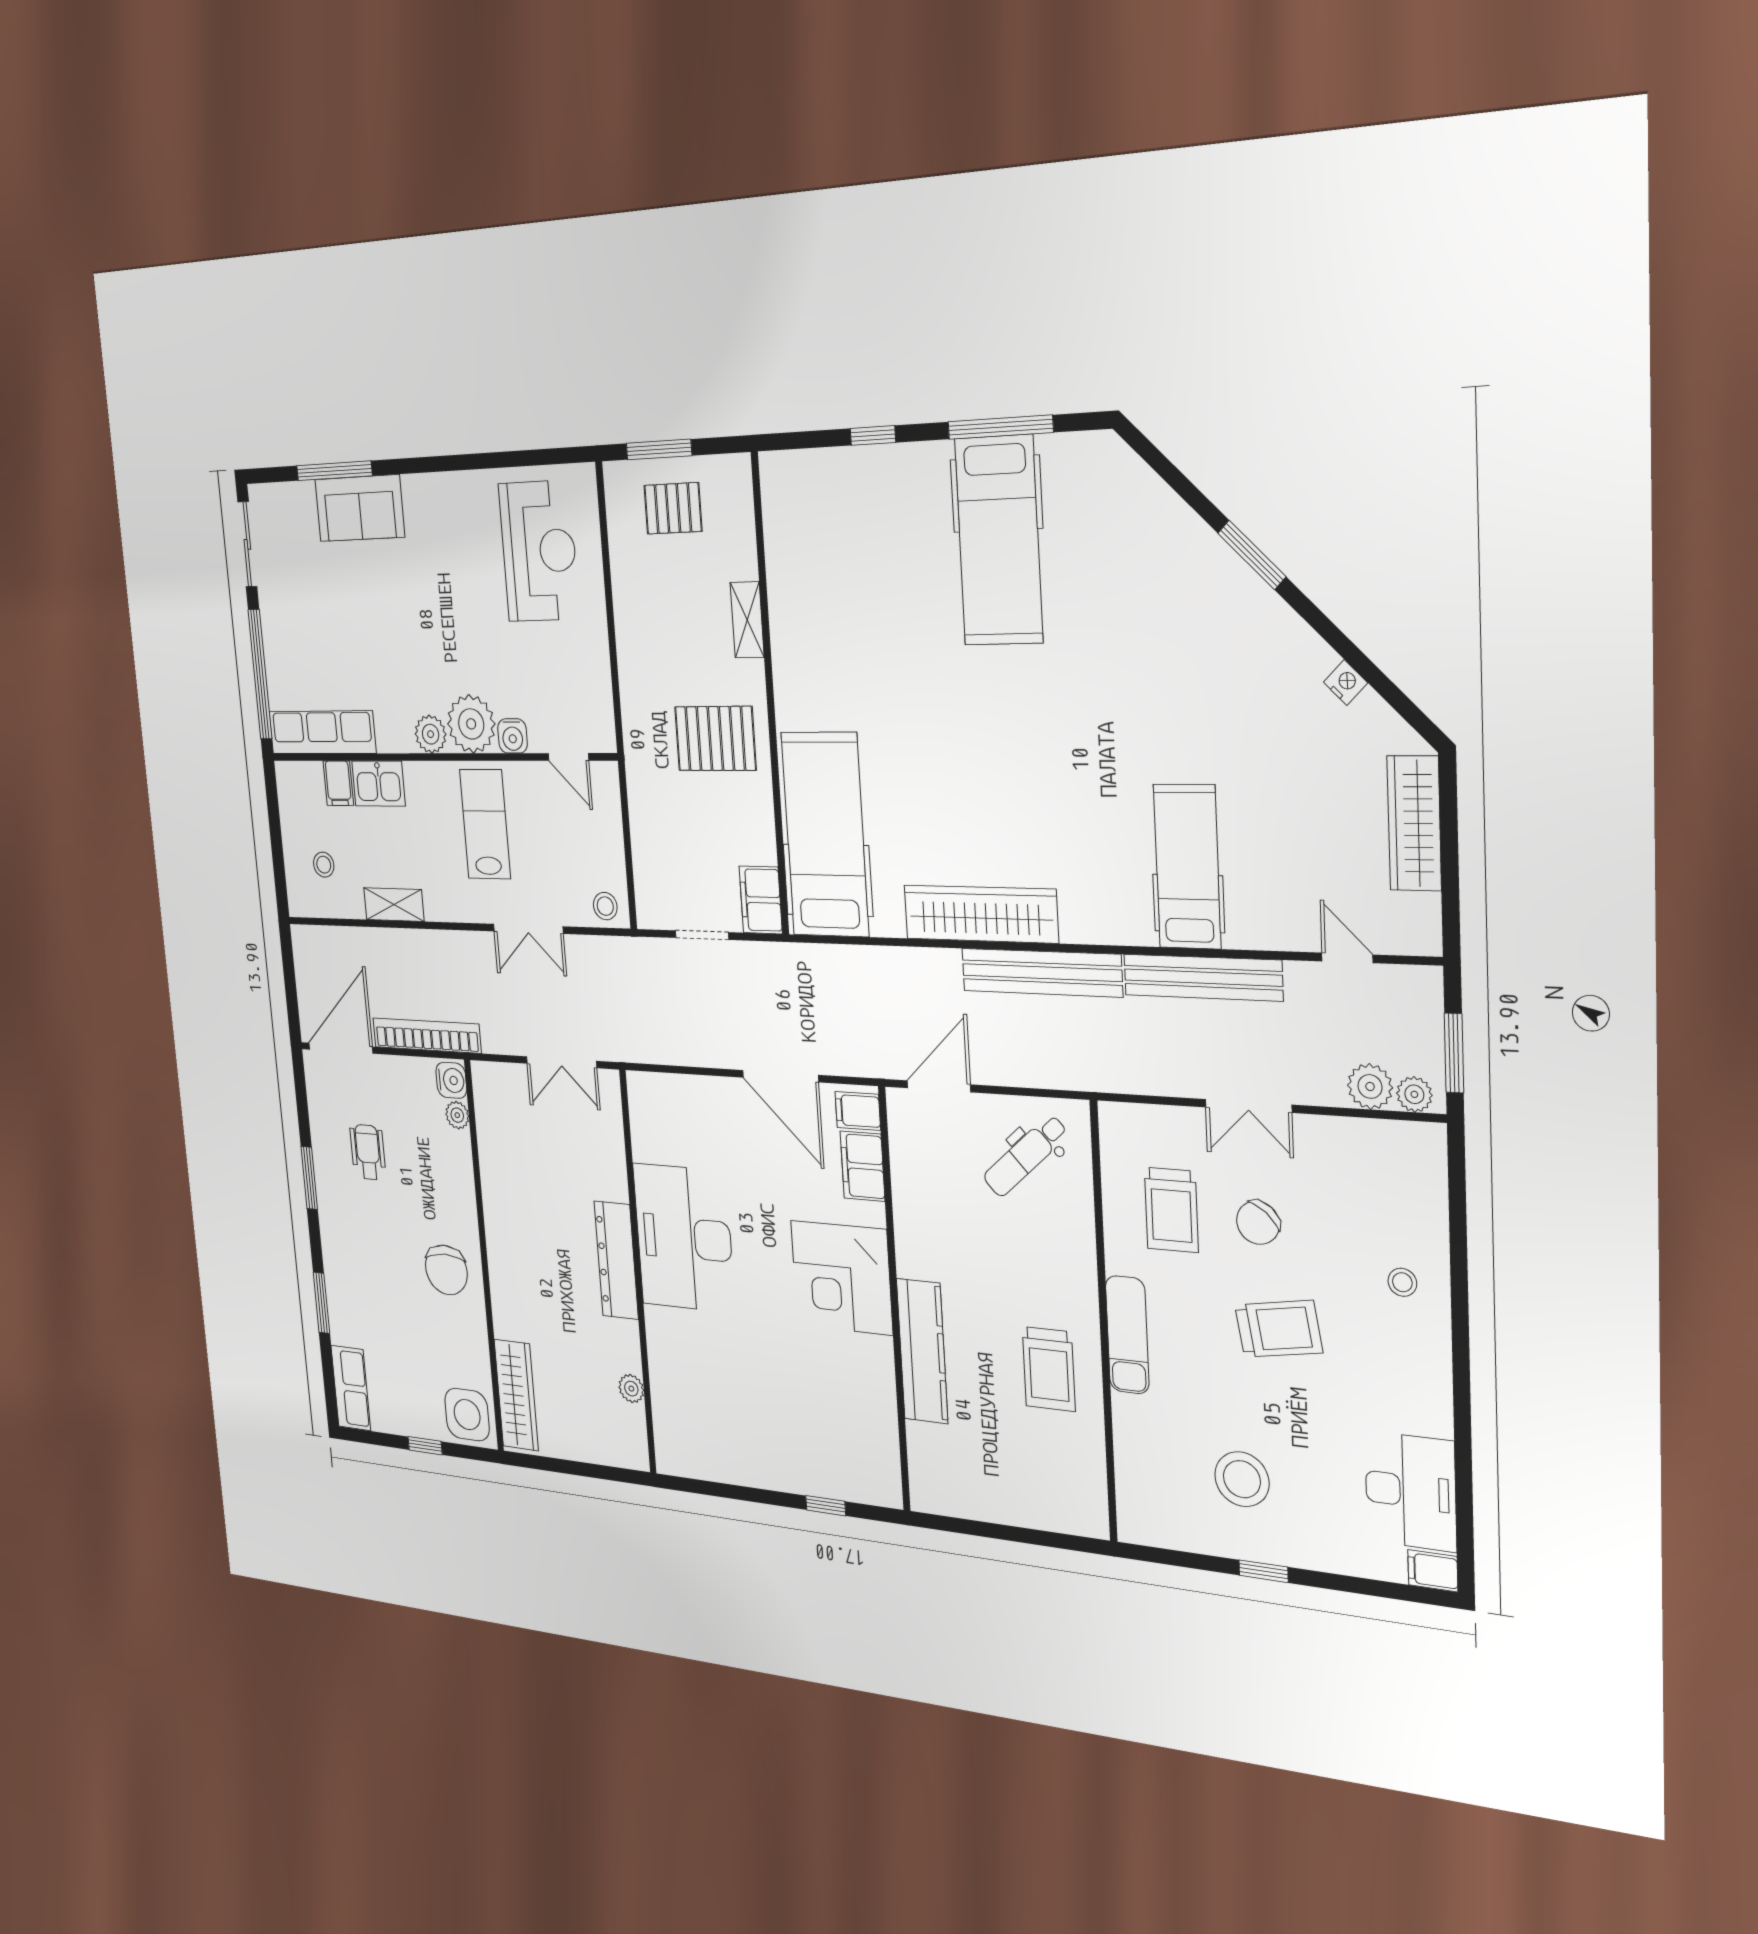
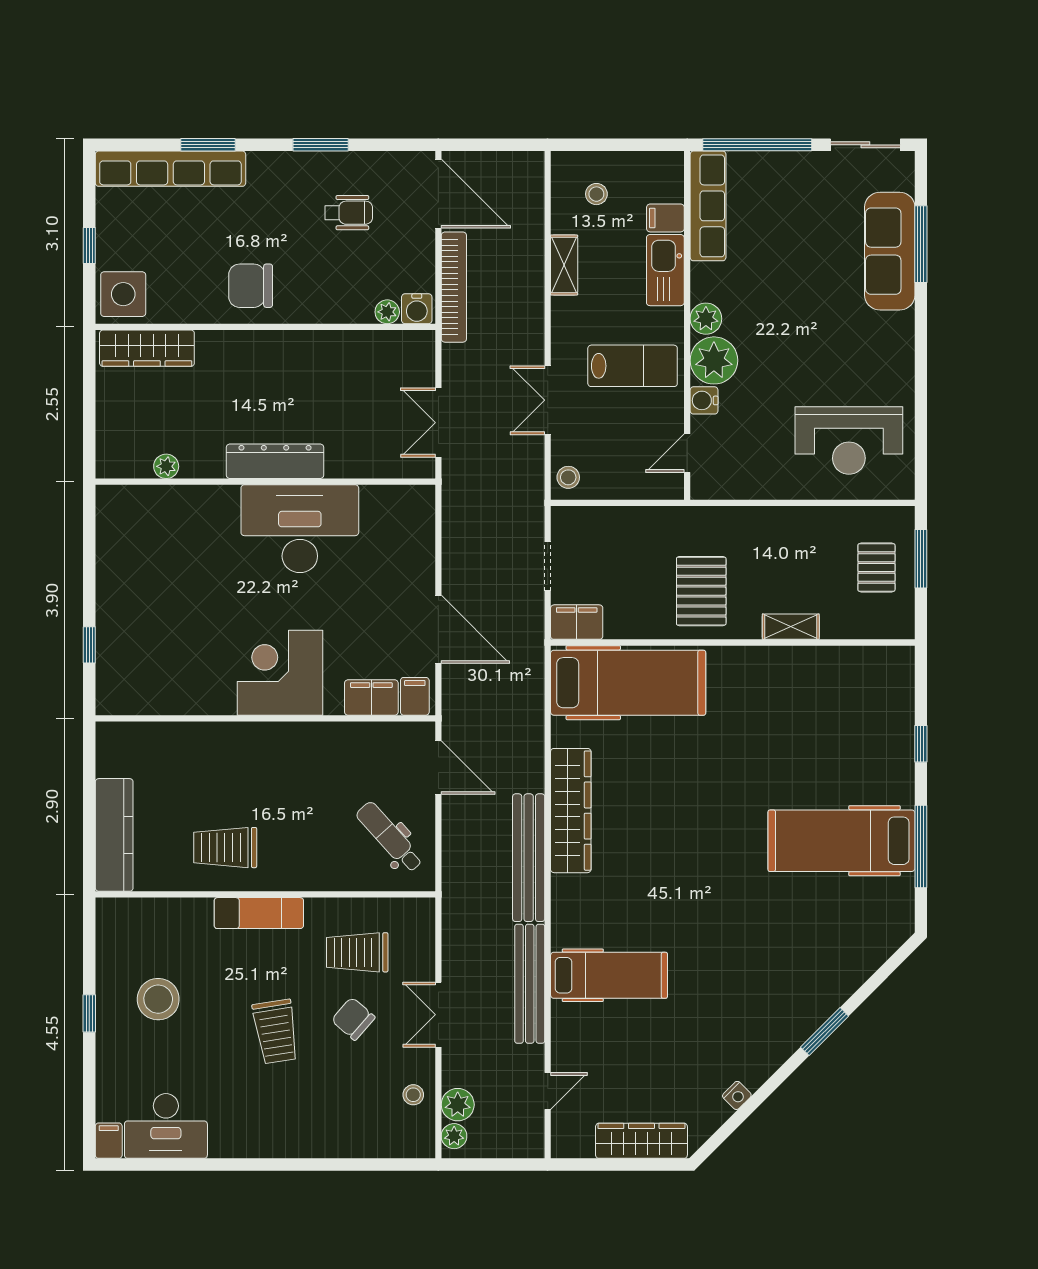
sofa: (360, 508) -> (890, 251), width x1.36
kitchen sink: (379, 784) -> (665, 270), width x1.38
window: (1454, 1053) -> (484, 1165), removed
door: (780, 1076) -> (438, 629), swing flipped
stool: (1402, 1282) -> (413, 1095), moved
kitchen counter: (922, 1351) -> (114, 835), moved, turned -90
row of seats: (351, 1388) -> (170, 169), width x2.02

